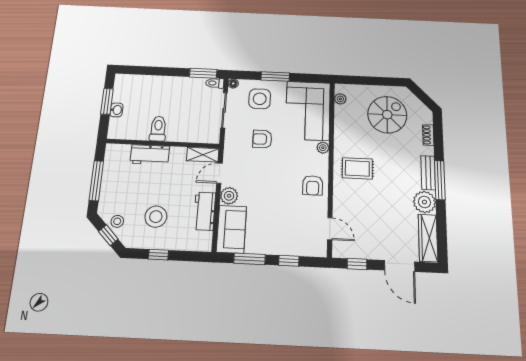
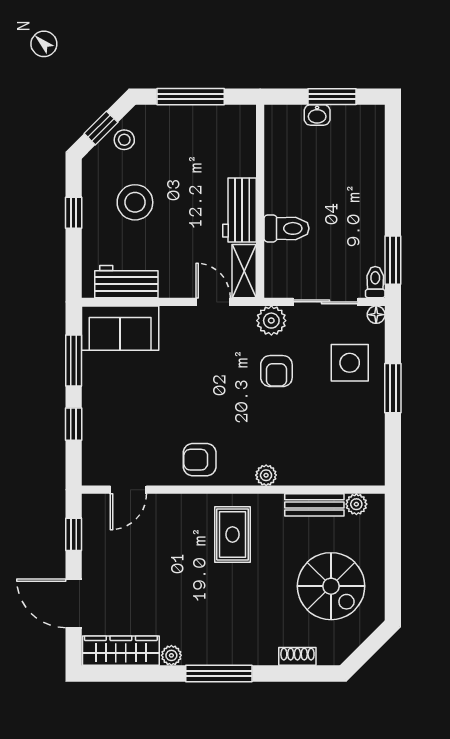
corner sofa: (308, 111) -> (332, 448), removed
toilet: (158, 129) -> (287, 228), moved
armchair: (262, 139) -> (276, 371), turned 180
workbench: (150, 155) -> (240, 210), moved
bench: (428, 173) -> (314, 505), moved
plant: (229, 196) -> (271, 321), moved
plant: (424, 202) -> (171, 655), width x0.53, depth x0.53
workbench: (204, 211) -> (126, 282), moved
door: (400, 266) -> (74, 603), hinge flipped

